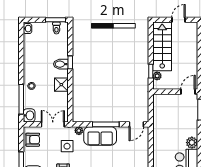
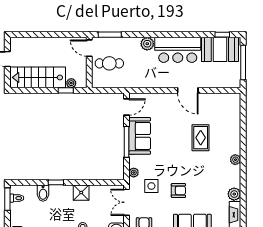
bidet: (61, 64) -> (43, 193), moved
cafe table: (175, 109) -> (109, 63), added
door: (136, 124) -> (126, 107), hinge flipped
sofa: (100, 136) -> (140, 136), moved

